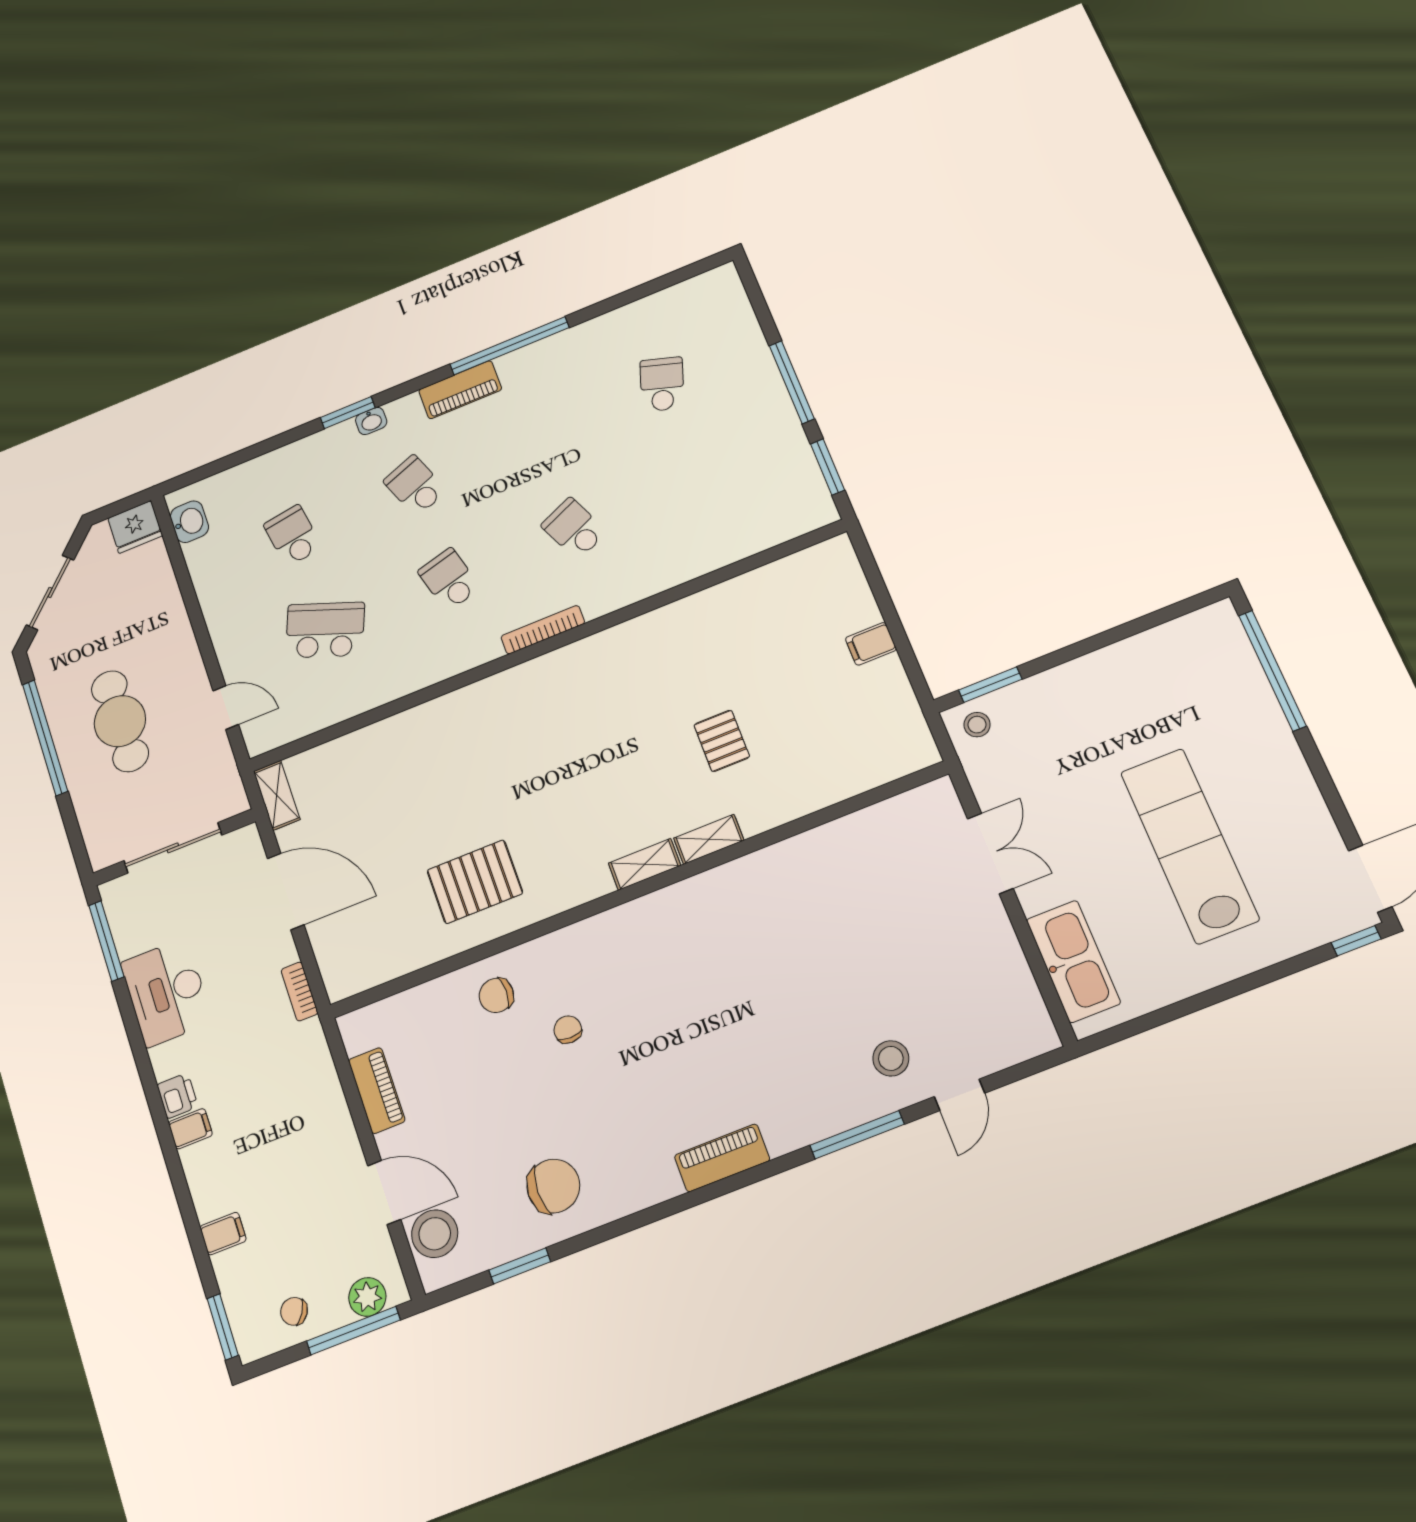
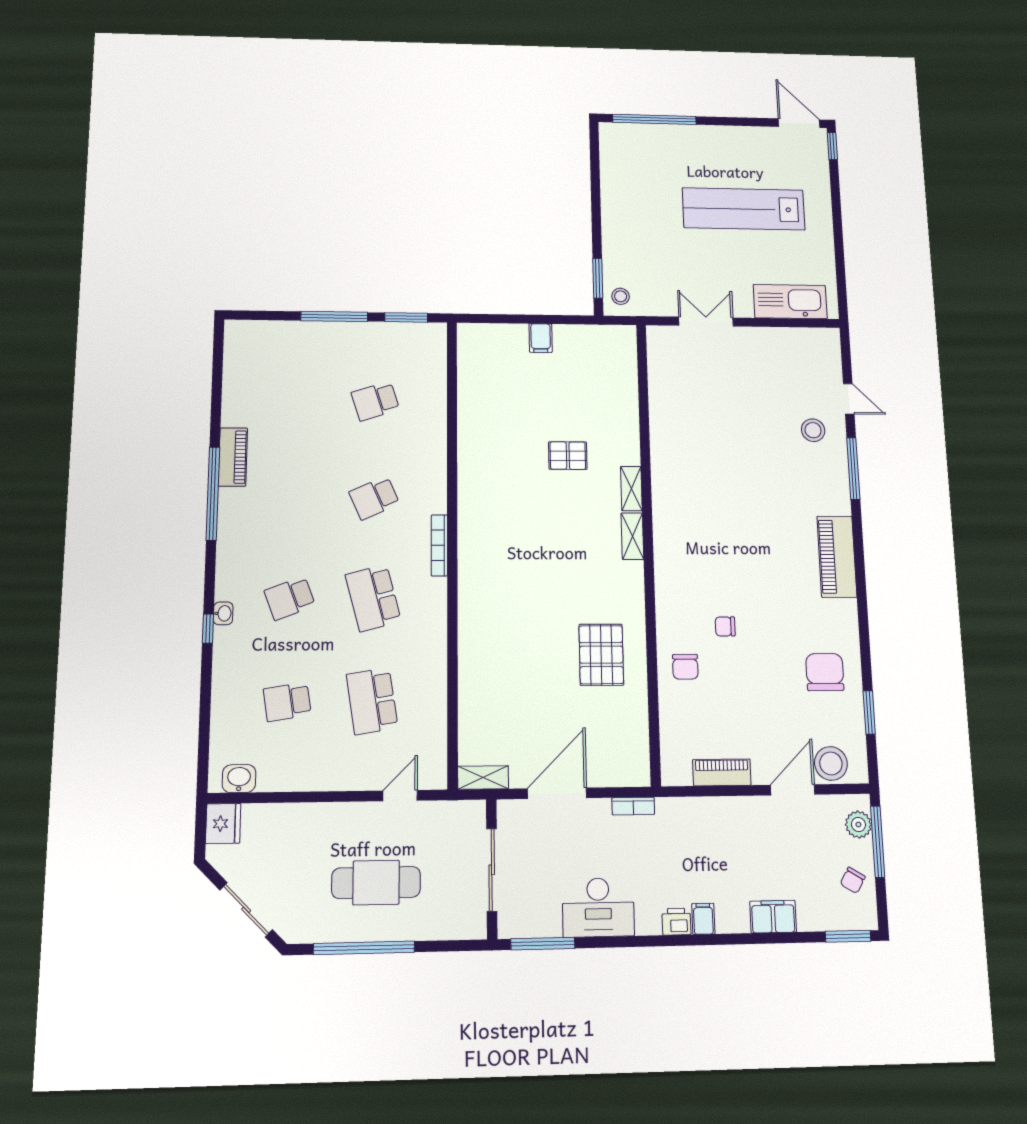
school desk: (662, 384) -> (375, 401), moved, turned -36
piano: (460, 390) -> (233, 457), moved
window: (348, 413) -> (208, 629), width x0.67
school desk: (449, 579) -> (373, 598), width x1.85
school desk: (325, 630) -> (372, 701), turned -30
piano: (722, 1158) -> (837, 557), width x1.37, depth x1.33
filing cabinet: (223, 1234) -> (773, 917), width x2.00

